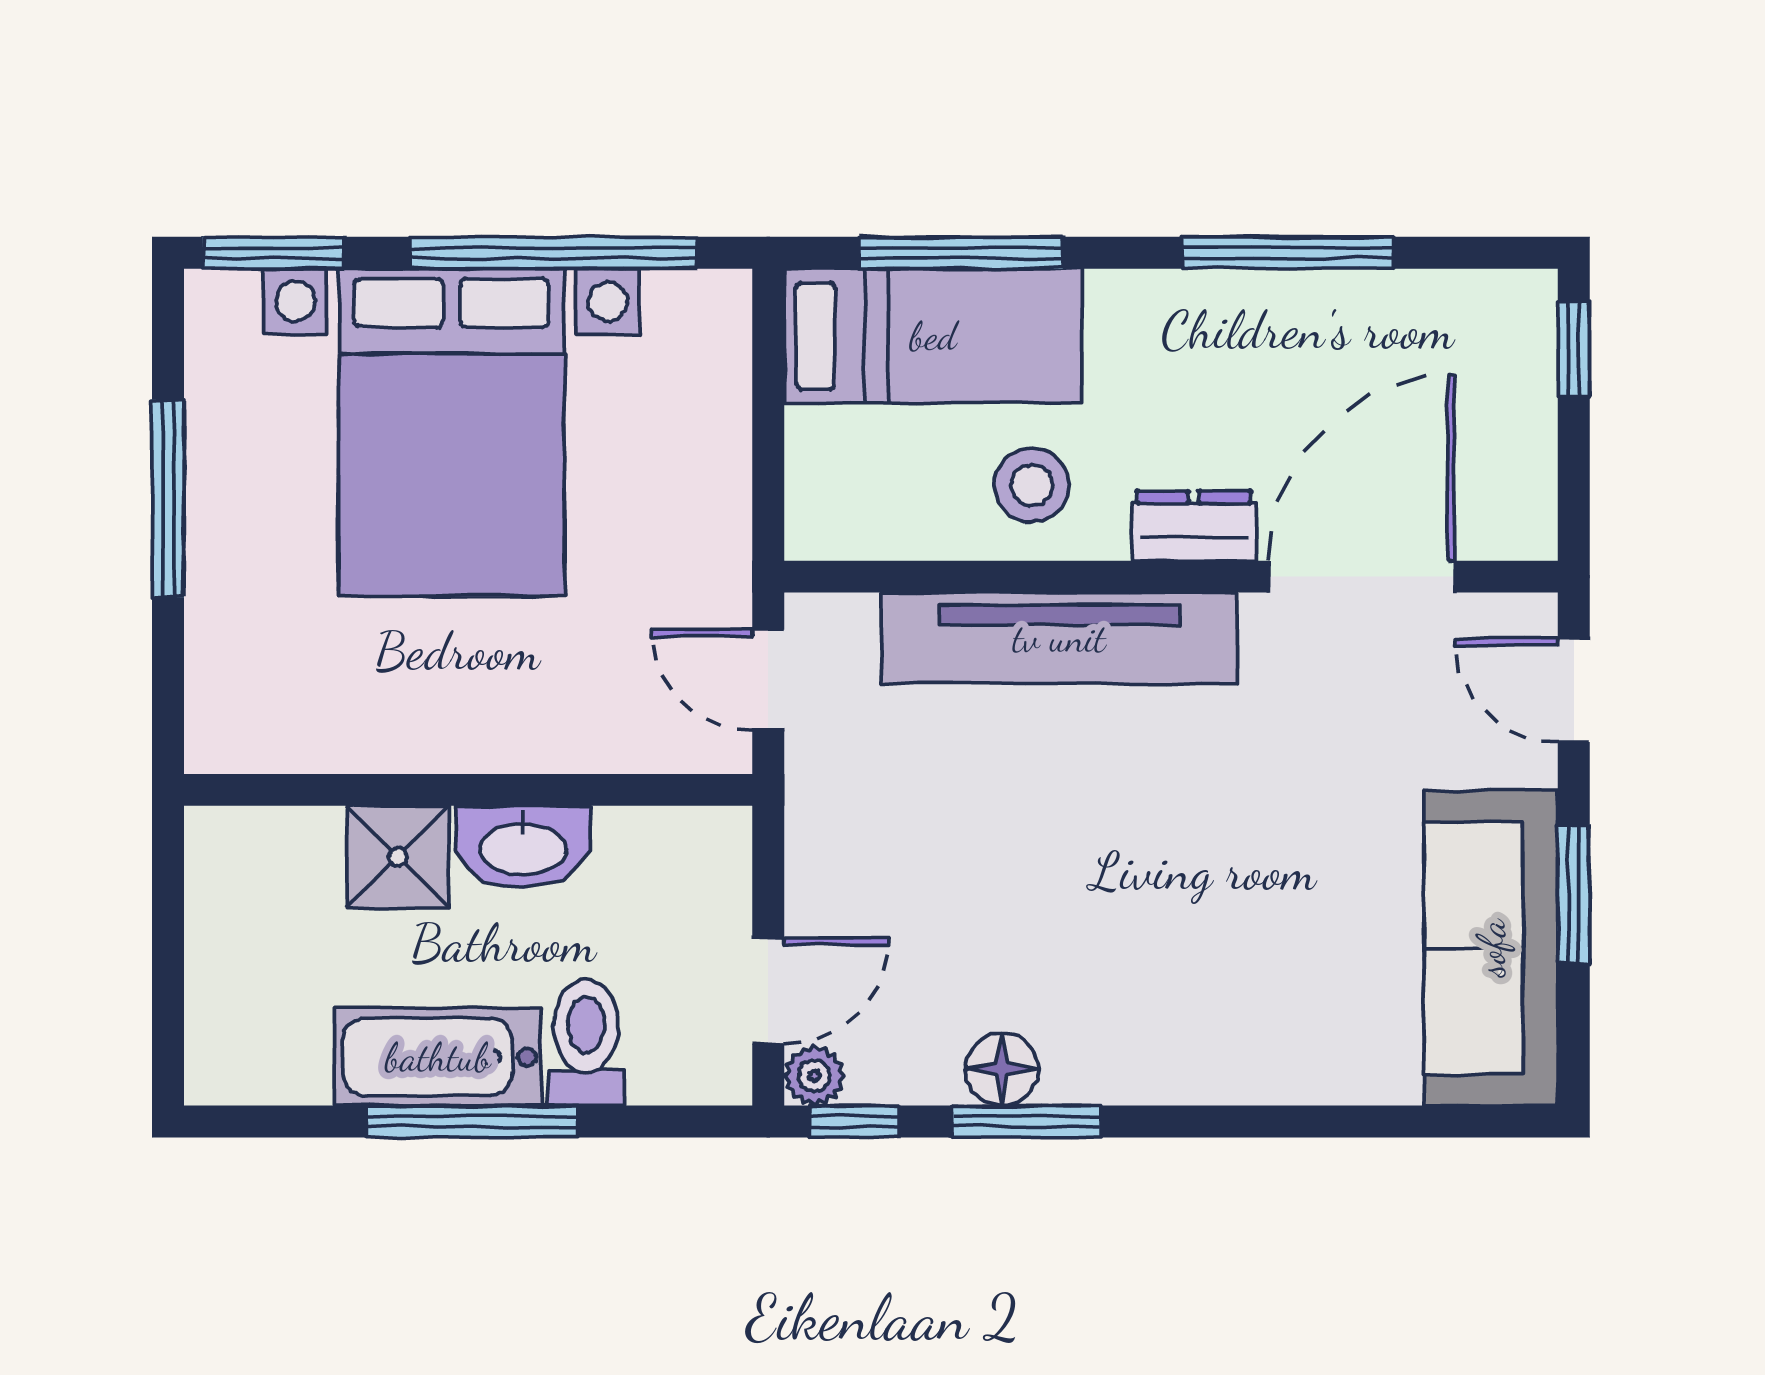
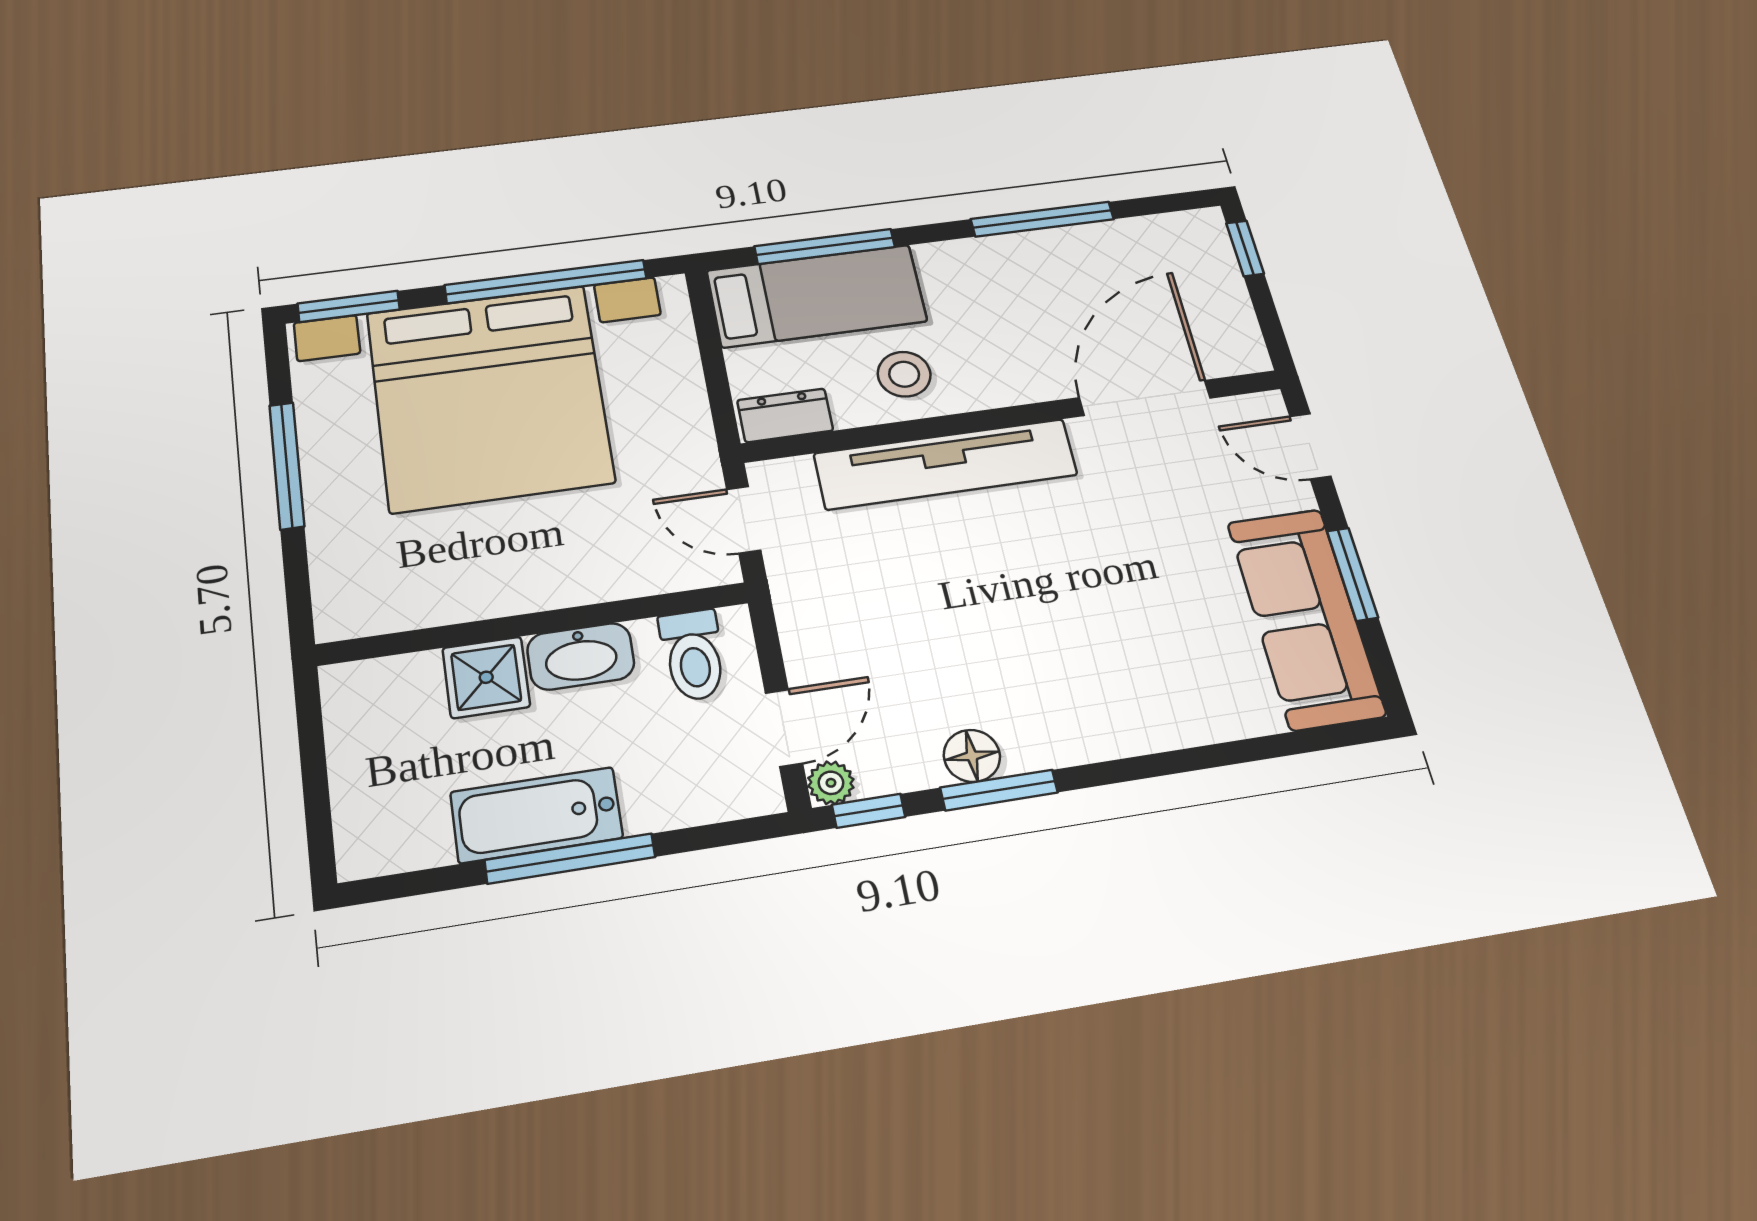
bed with nightstands: (452, 432) -> (489, 397), width x1.36
dresser: (1194, 526) -> (785, 415), moved
toilet: (586, 1042) -> (693, 655), moved, turned 180

